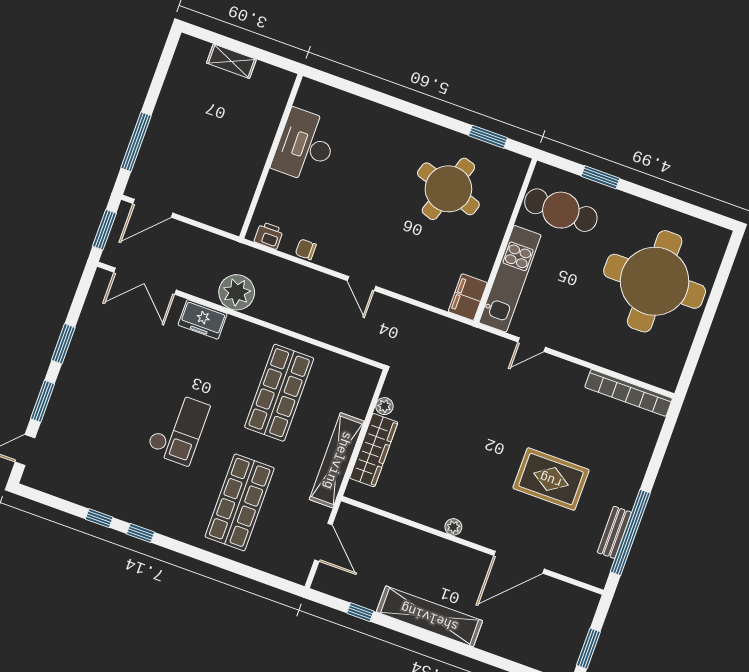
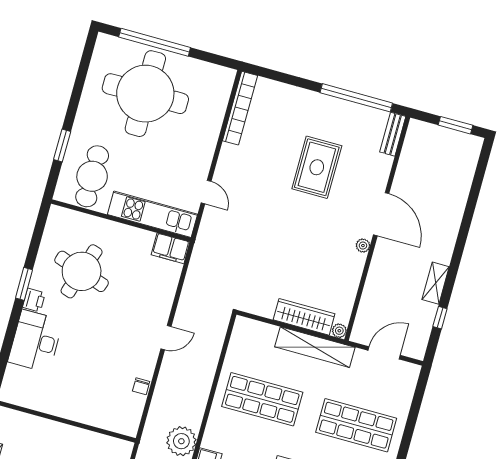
window: (488, 137) -> (24, 284), moved
desk: (305, 146) -> (36, 341), moved, turned 90
printer: (269, 235) -> (34, 300), moved, turned 180
window: (715, 297) -> (155, 42), added
plant: (384, 406) -> (339, 331), moved
bench: (614, 532) -> (393, 134), moved, turned 90
door: (519, 562) -> (381, 214), moved
shelving: (430, 616) -> (436, 283), width x0.45, depth x0.75

